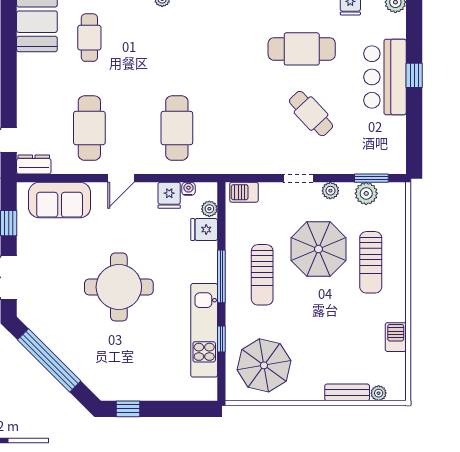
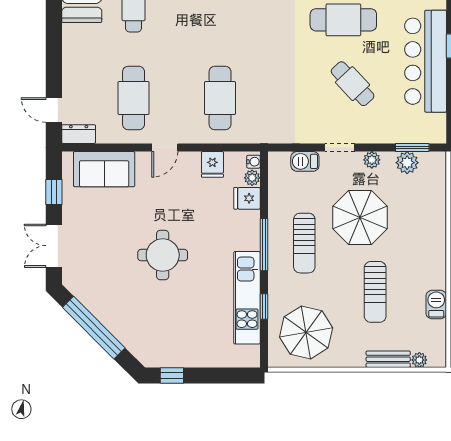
bar counter: (385, 77) -> (426, 61), width x1.36
water cooler: (188, 189) -> (253, 162), moved, turned 90
barbecue: (244, 192) -> (305, 161), moved
sun lounger: (371, 262) -> (375, 292), moved
round table: (119, 287) -> (163, 255), width x0.73, depth x0.73

